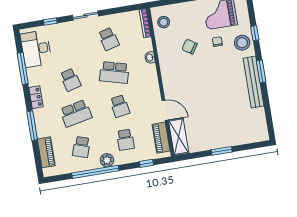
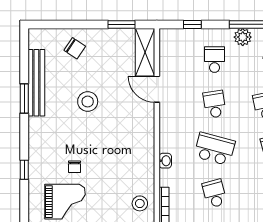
stool: (242, 43) -> (88, 102), moved
chair: (190, 47) -> (75, 48), moved
window: (261, 71) -> (24, 98), moved
bench: (254, 82) -> (36, 83), moved
piano: (161, 138) -> (168, 55), removed
window: (222, 151) -> (121, 24), moved

